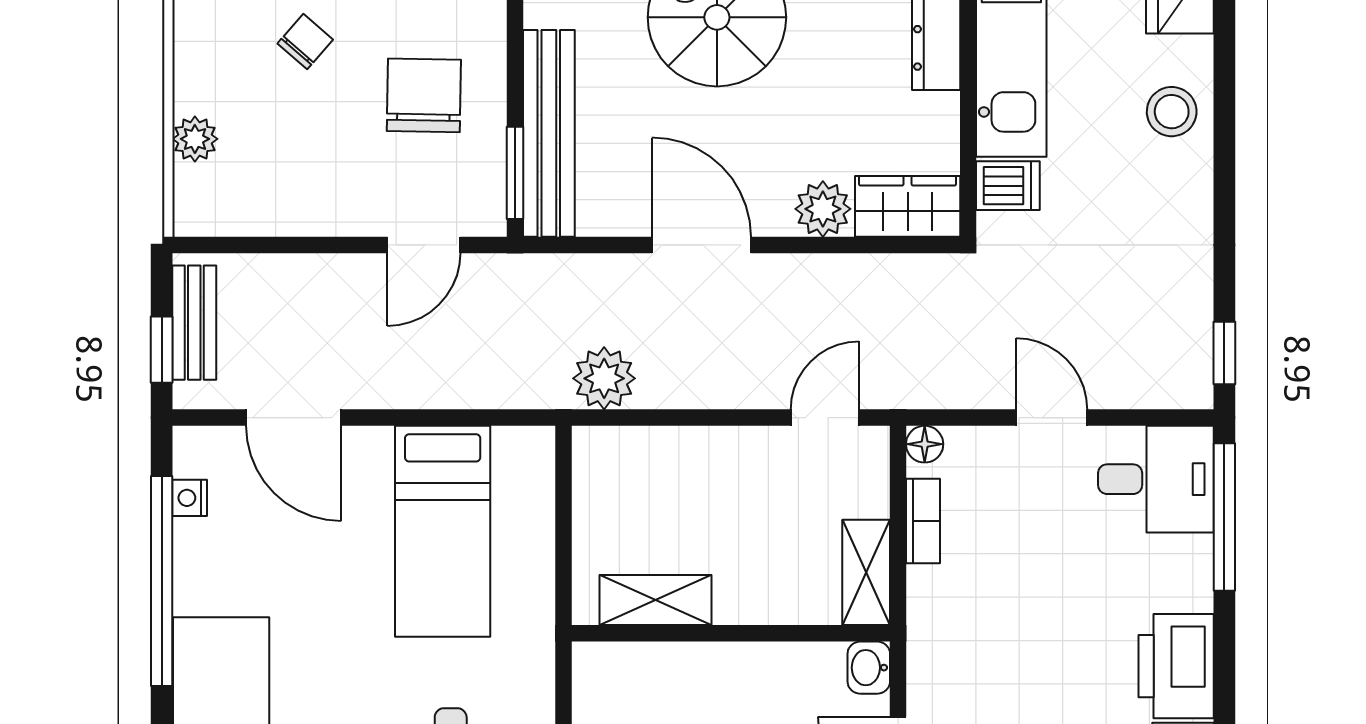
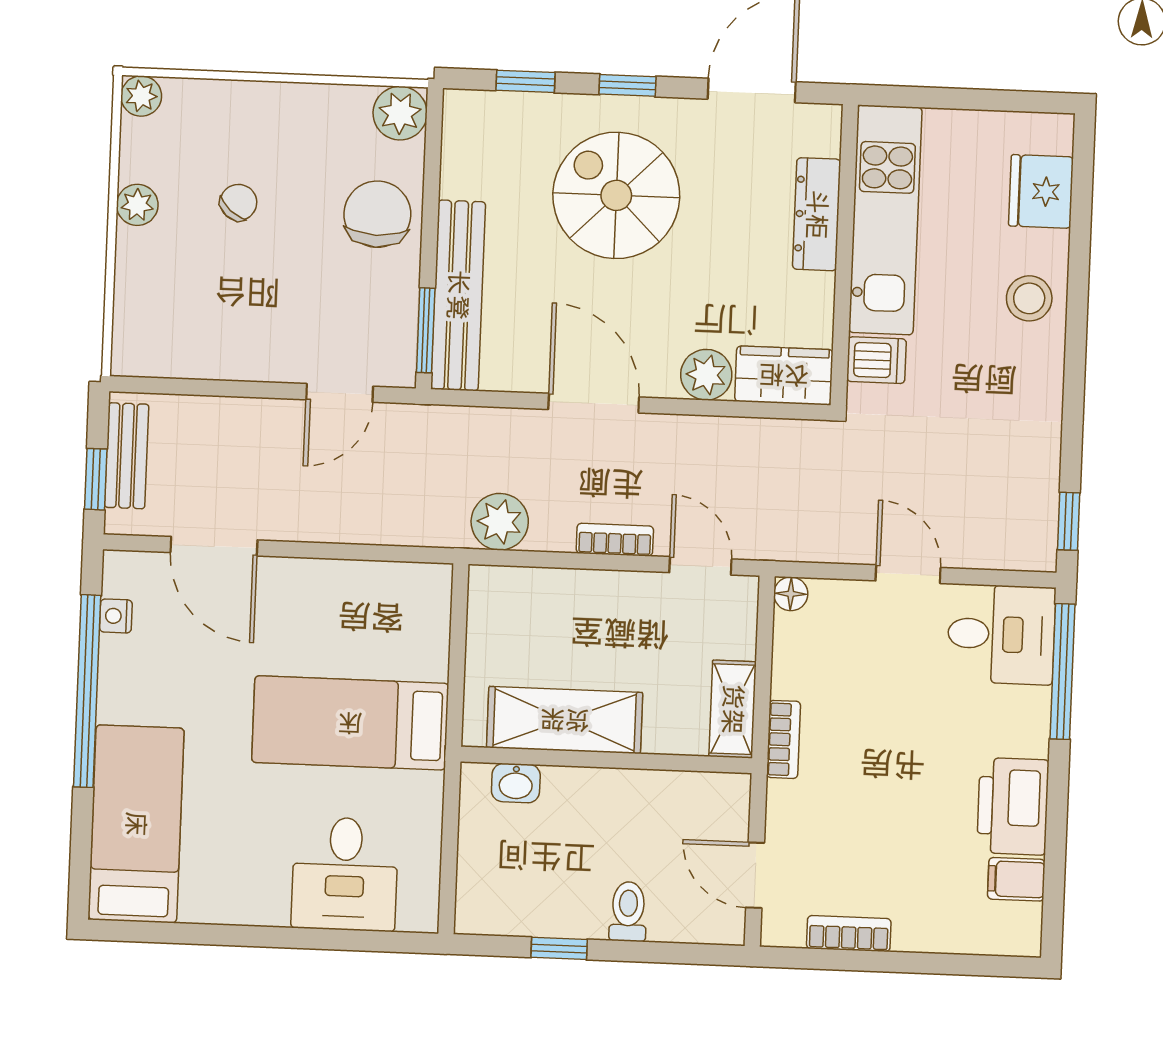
chair: (424, 95) -> (377, 214), moved
plant: (195, 139) -> (137, 205), moved
bookcase: (730, 393) -> (615, 540), added
door: (825, 418) -> (700, 566), hinge flipped
bookcase: (923, 521) -> (783, 739), moved
bed: (443, 531) -> (350, 723), moved, turned 90
shelving: (656, 600) -> (565, 720), width x1.50, depth x1.33
washbasin: (869, 668) -> (516, 783), moved, turned -90

